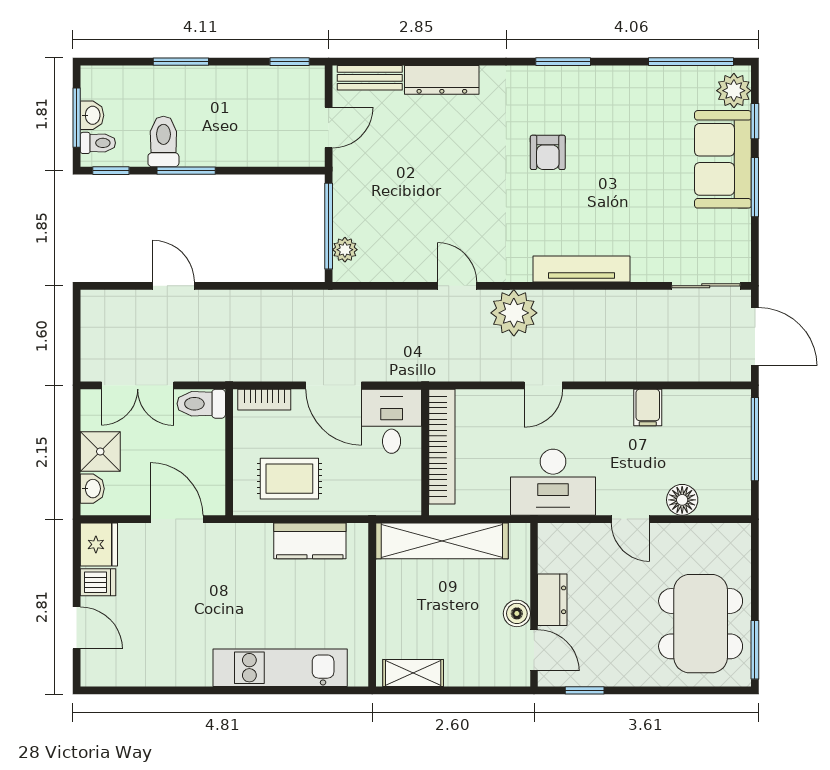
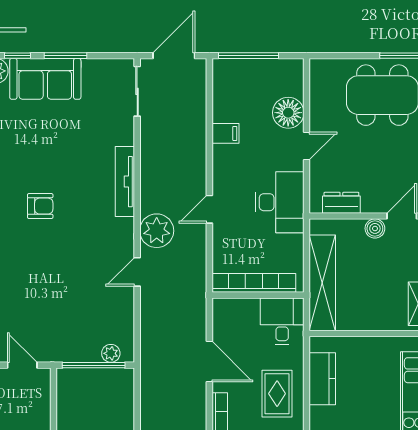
door: (334, 385) -> (209, 361), hinge flipped
door: (543, 385) -> (209, 209), swing flipped
desk: (392, 421) -> (282, 321), moved, turned 90
floor lamp: (682, 500) -> (288, 113), width x1.38, depth x1.38
dresser: (552, 600) -> (341, 203), moved

